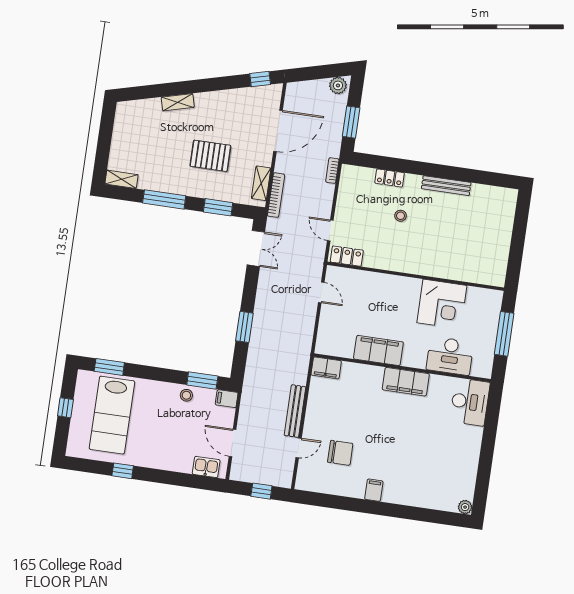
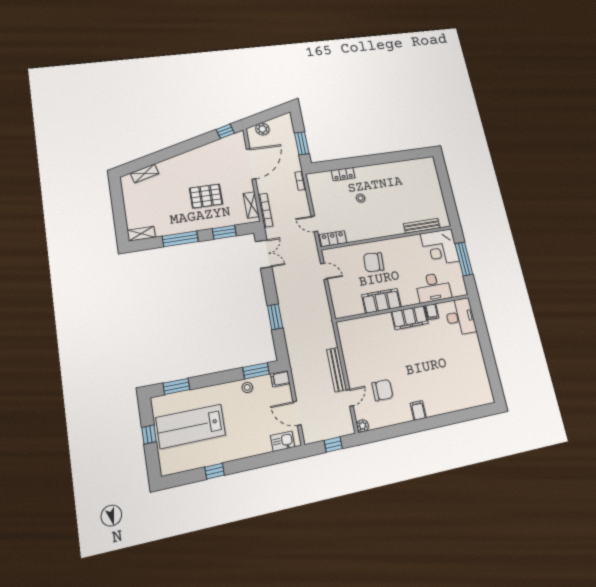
plant: (338, 85) -> (262, 129), moved
shelving: (178, 102) -> (145, 173), moved
bench: (446, 186) -> (422, 226), moved
chair: (387, 301) -> (374, 262), added
corner desk: (442, 304) -> (440, 247), moved, turned 90
filing cabinet: (326, 368) -> (432, 312), moved, width x0.50
lab bench: (112, 415) -> (191, 426), turned 90
plant: (465, 507) -> (363, 426), moved

